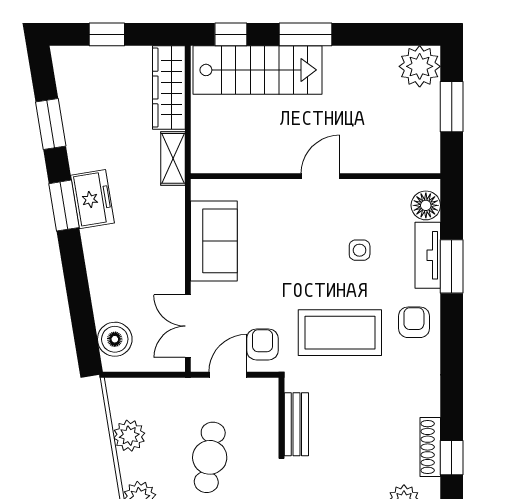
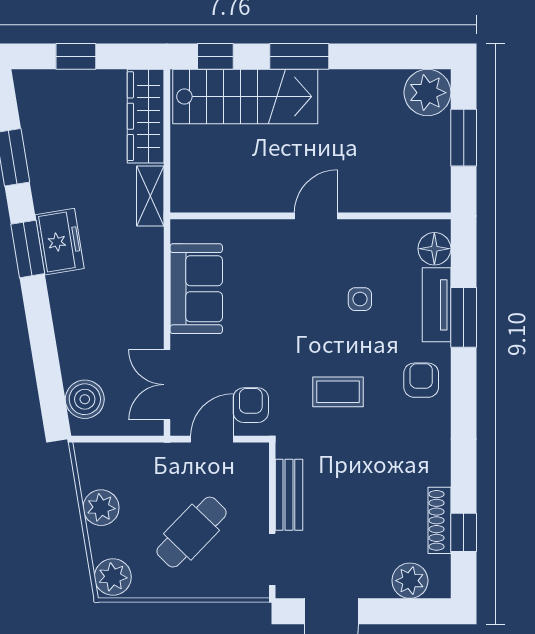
coffee table: (340, 333) -> (338, 392), width x0.54, depth x0.58
cafe table: (210, 457) -> (192, 532), turned 36

